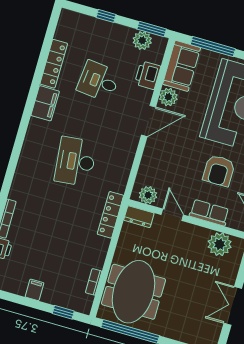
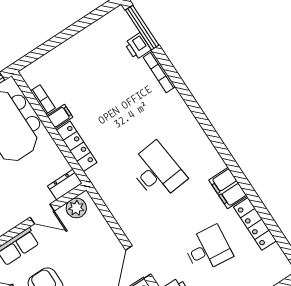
locker: (110, 215) -> (77, 146), moved
filing cabinet: (35, 290) -> (60, 116), moved, turned -90
window: (63, 312) -> (39, 52), removed

